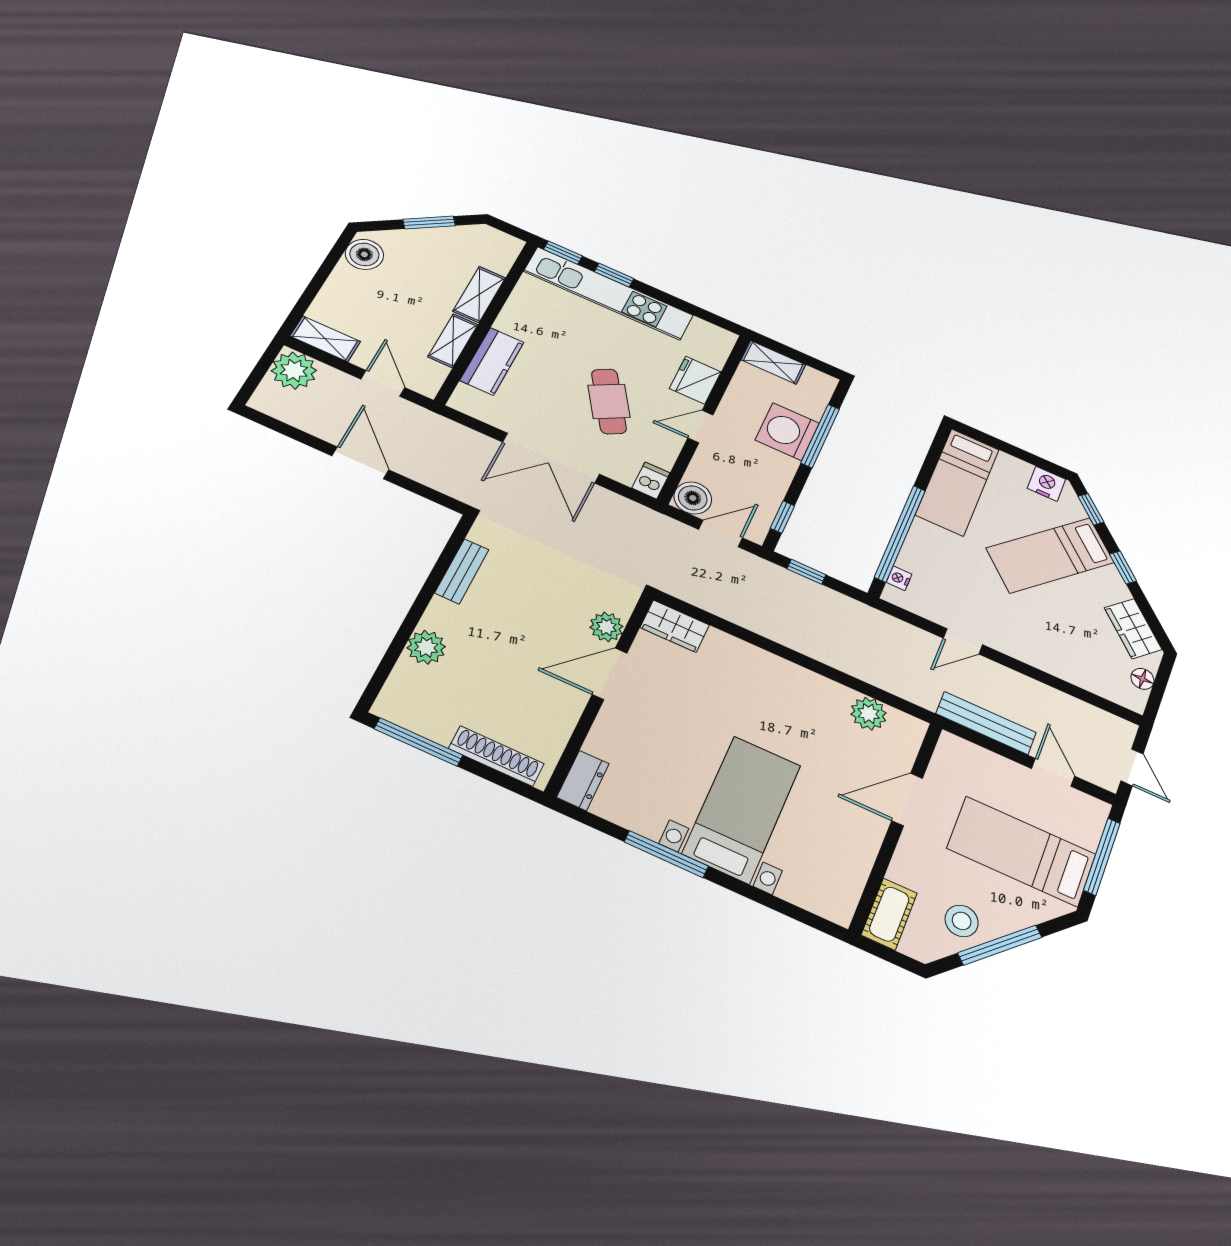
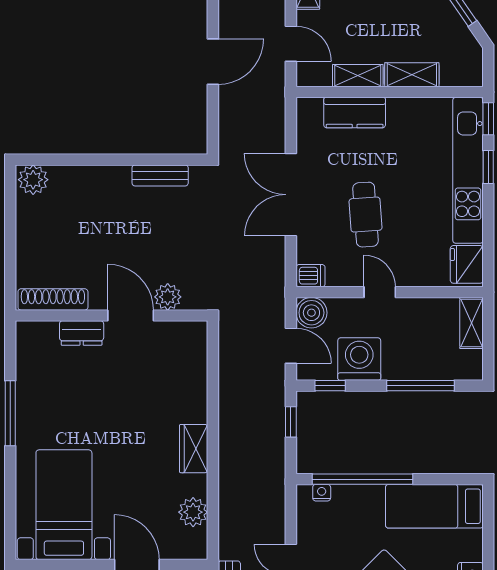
fridge: (695, 380) -> (467, 264), moved, turned -90
door: (383, 383) -> (291, 44), hinge flipped
cafe table: (609, 401) -> (365, 215), turned -63
washing machine: (787, 432) -> (359, 359), moved
wardrobe: (675, 626) -> (194, 449), moved
plant: (426, 647) -> (33, 180), moved
window: (418, 742) -> (10, 209), removed
shoe rack: (496, 756) -> (53, 299), moved, turned -90
dresser: (583, 780) -> (82, 333), moved
bed with nightstands: (742, 809) -> (64, 505), moved, turned -90

